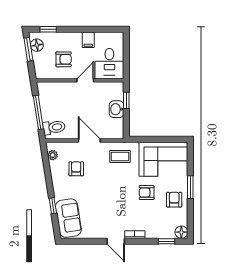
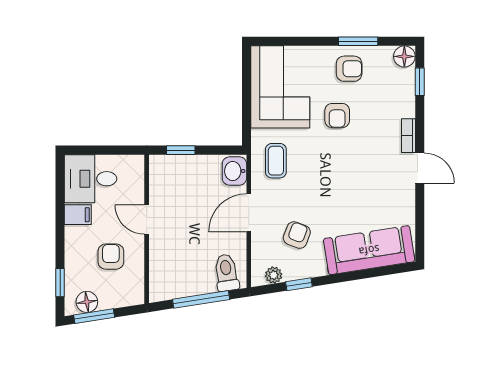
desk: (109, 64) -> (91, 179), moved, turned 180
washbasin: (117, 109) -> (234, 171), moved, turned 90
armchair: (76, 169) -> (297, 235), turned 111
window: (190, 187) -> (358, 41), moved
armchair: (174, 200) -> (349, 69), turned 180
window: (53, 206) -> (299, 284), moved
sofa: (68, 218) -> (369, 250), width x1.36
door: (116, 241) -> (420, 168), hinge flipped

